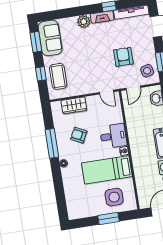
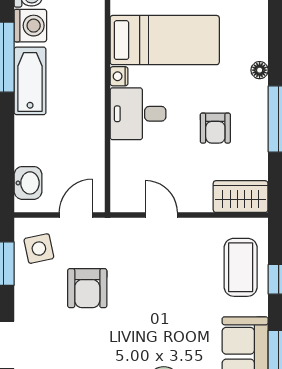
door: (106, 92) -> (161, 215), moved
wardrobe: (74, 105) -> (241, 197), moved
armchair: (79, 135) -> (215, 128), turned 63

